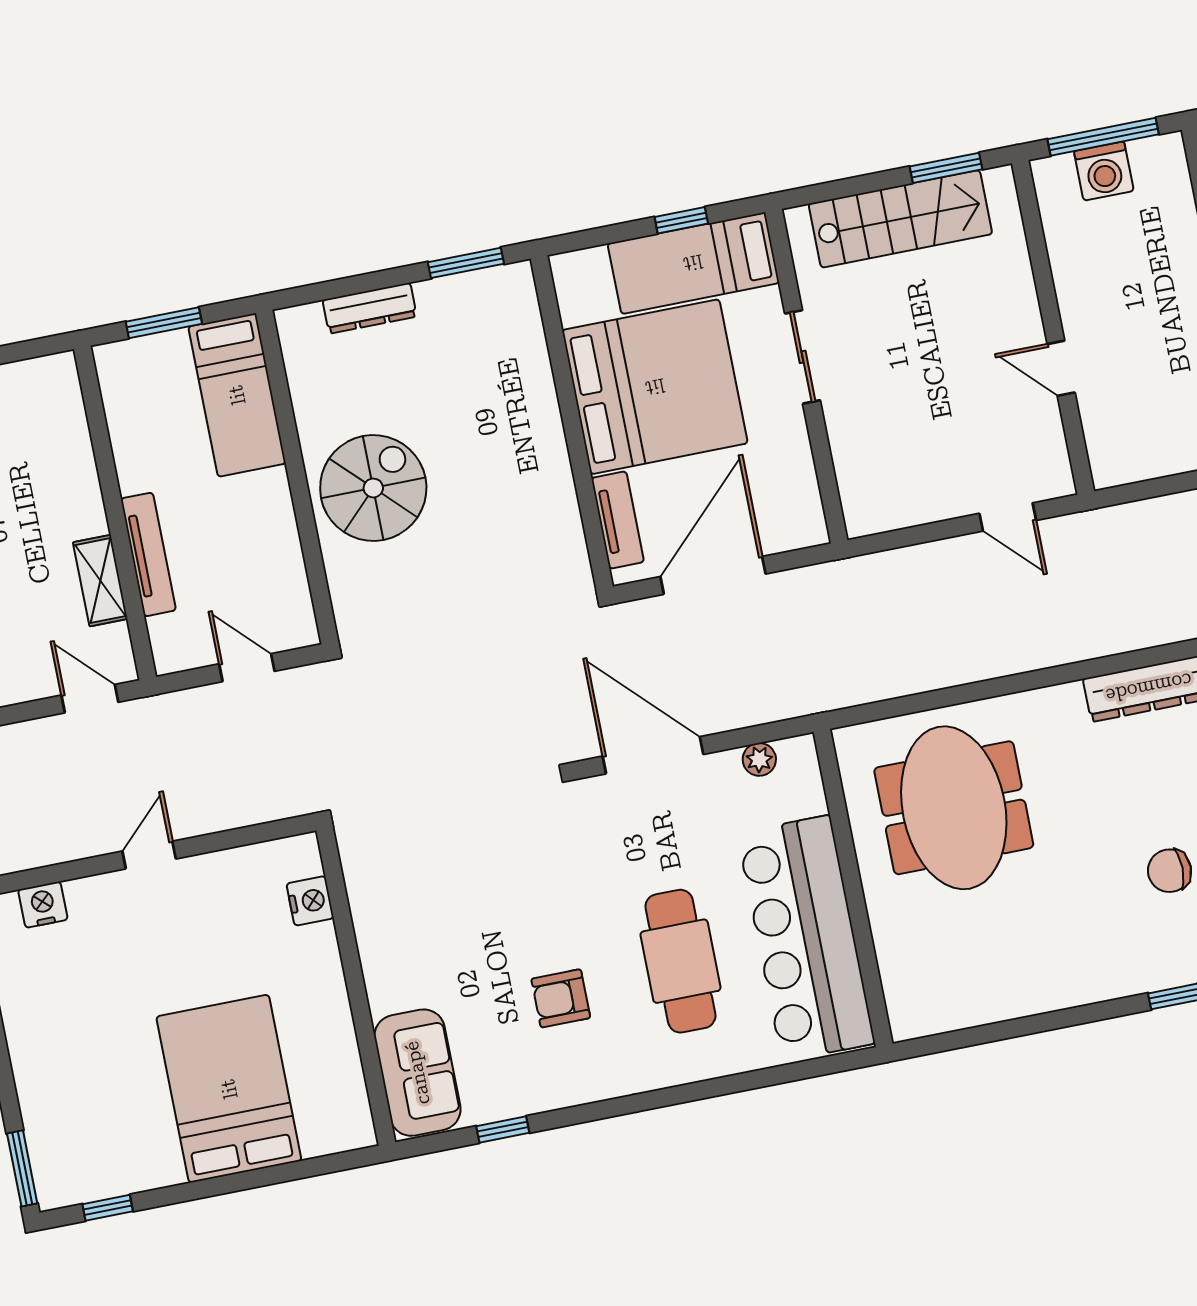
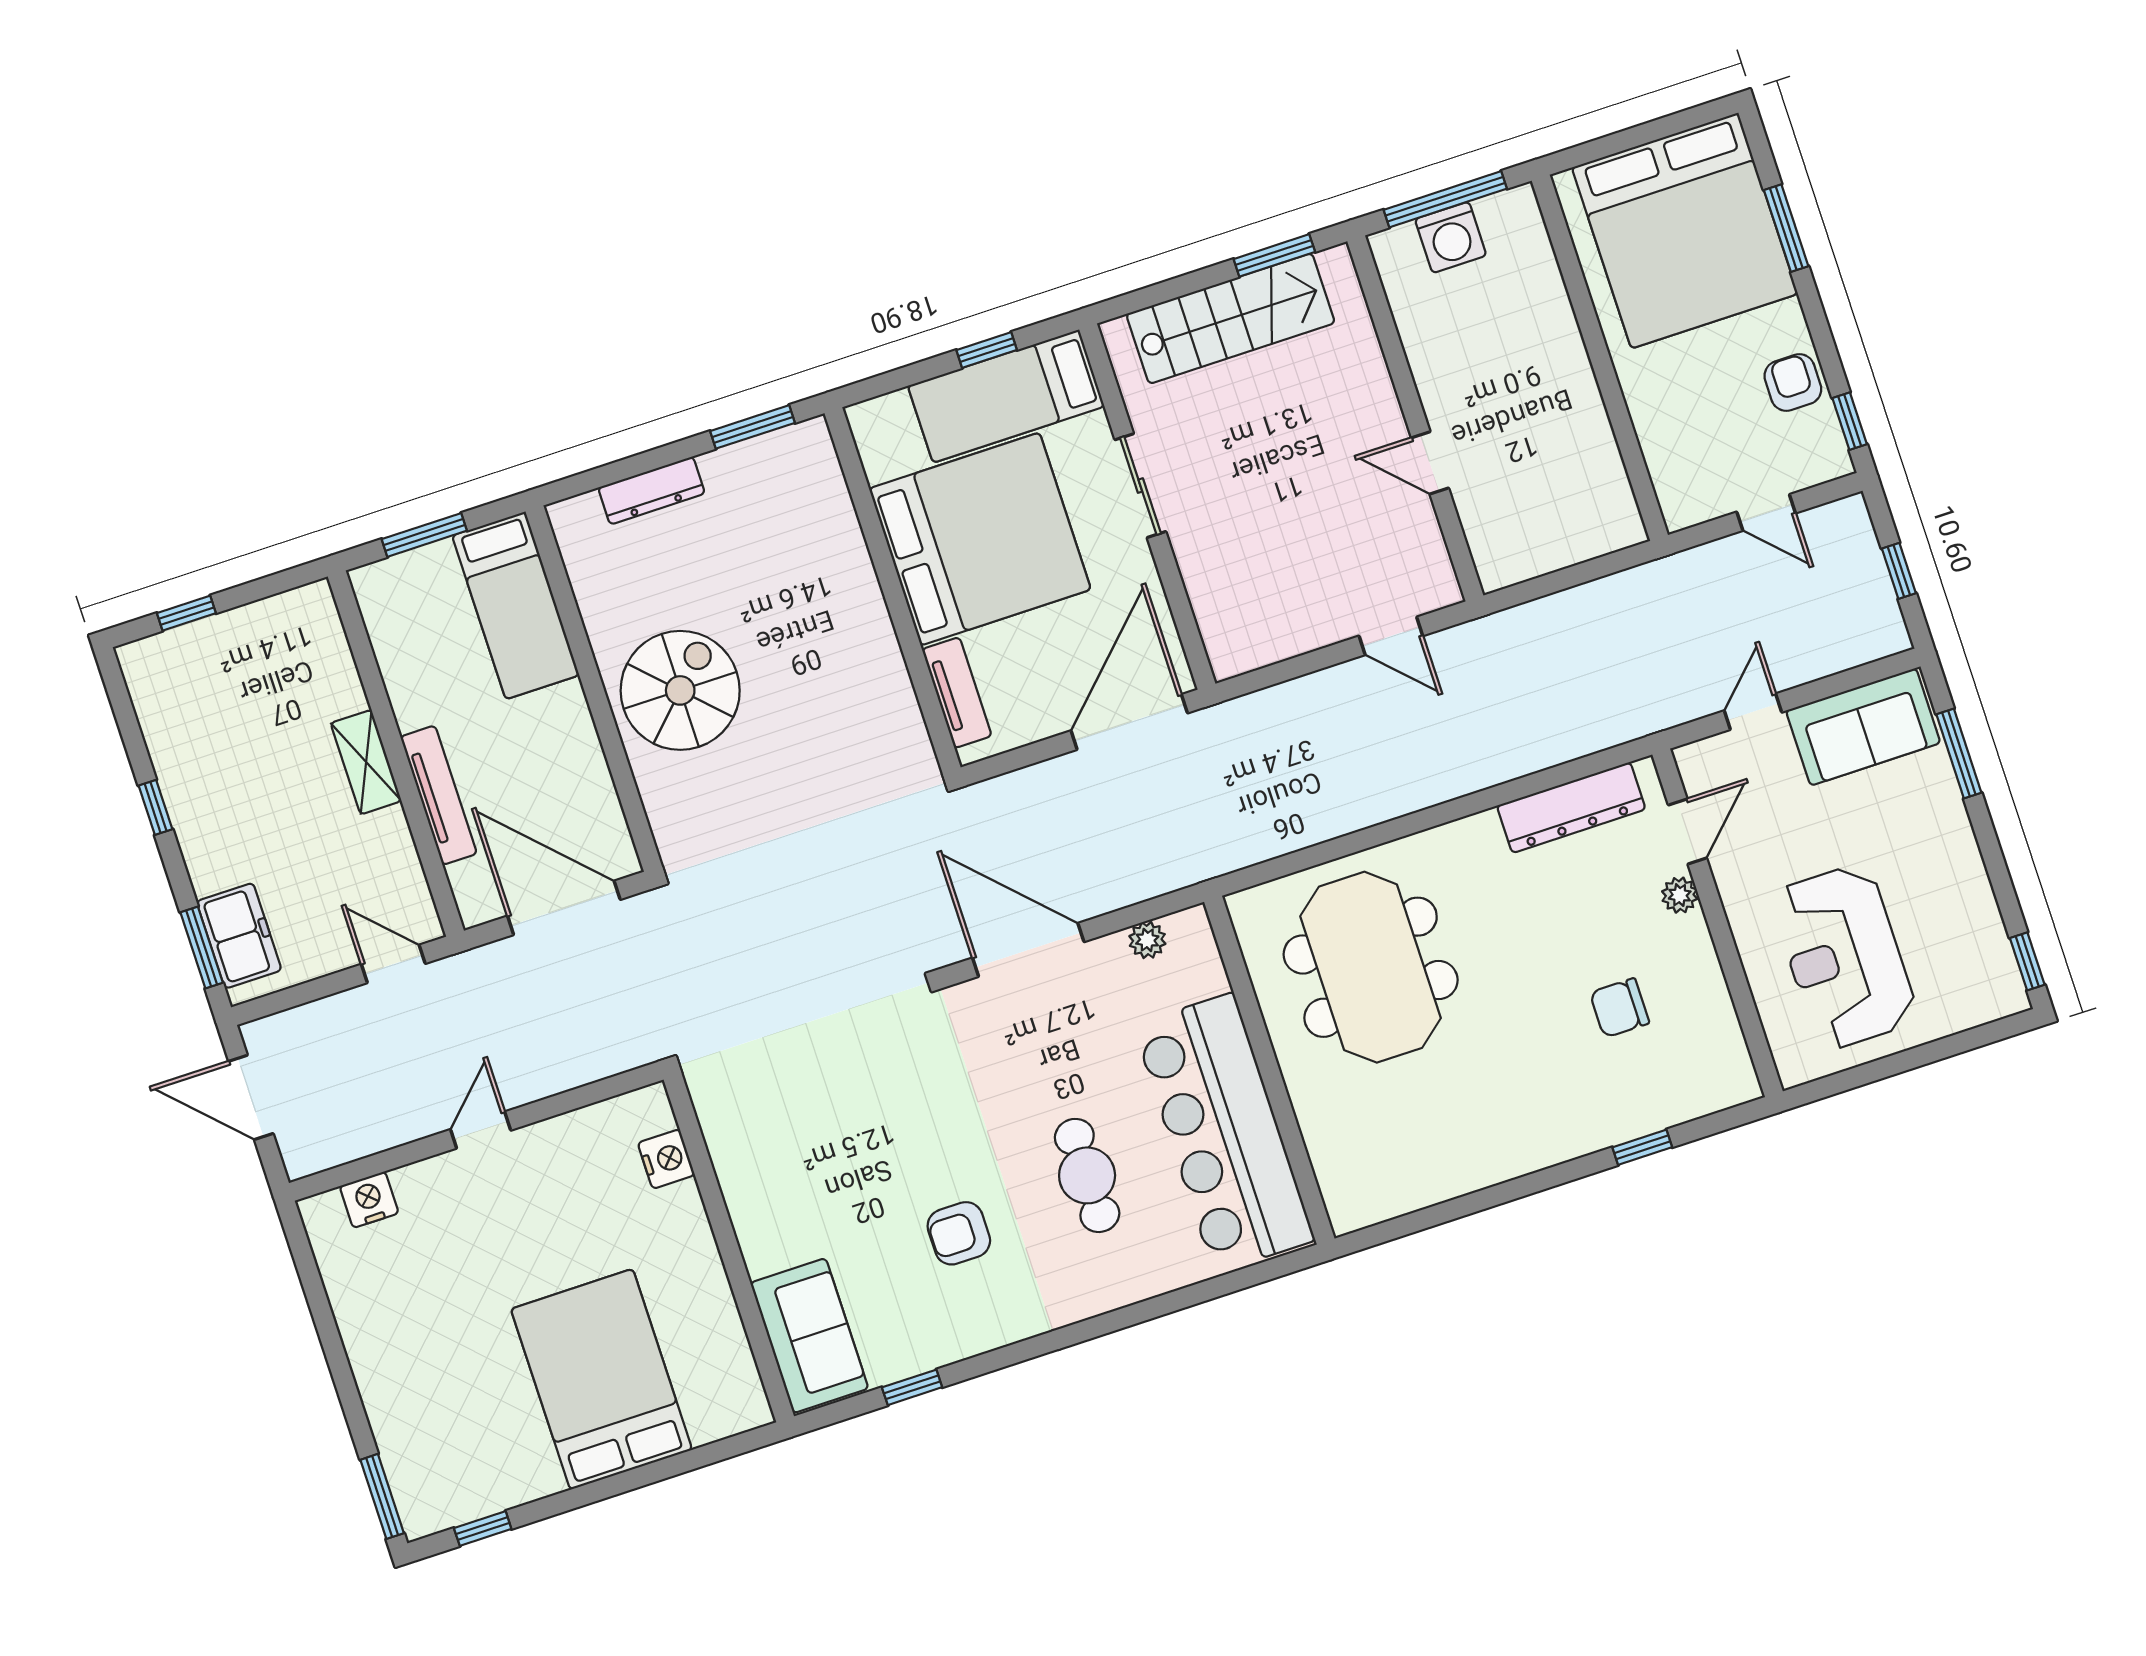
door: (713, 575) -> (1129, 722), moved
shelving: (100, 581) -> (366, 762), moved
door: (247, 668) -> (564, 908), width x1.87
cafe table: (680, 961) -> (1087, 1175), width x0.73, depth x0.74

